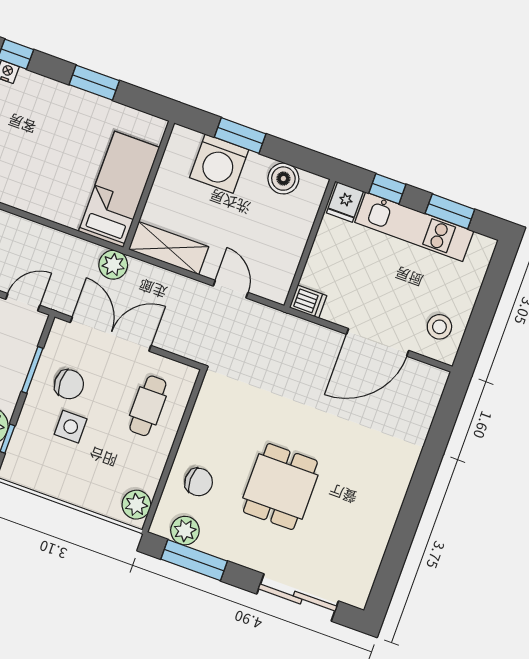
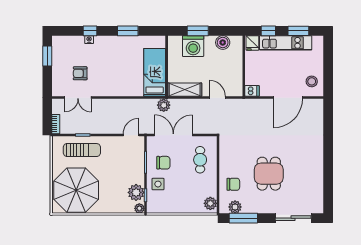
side table: (71, 427) -> (158, 184), moved

